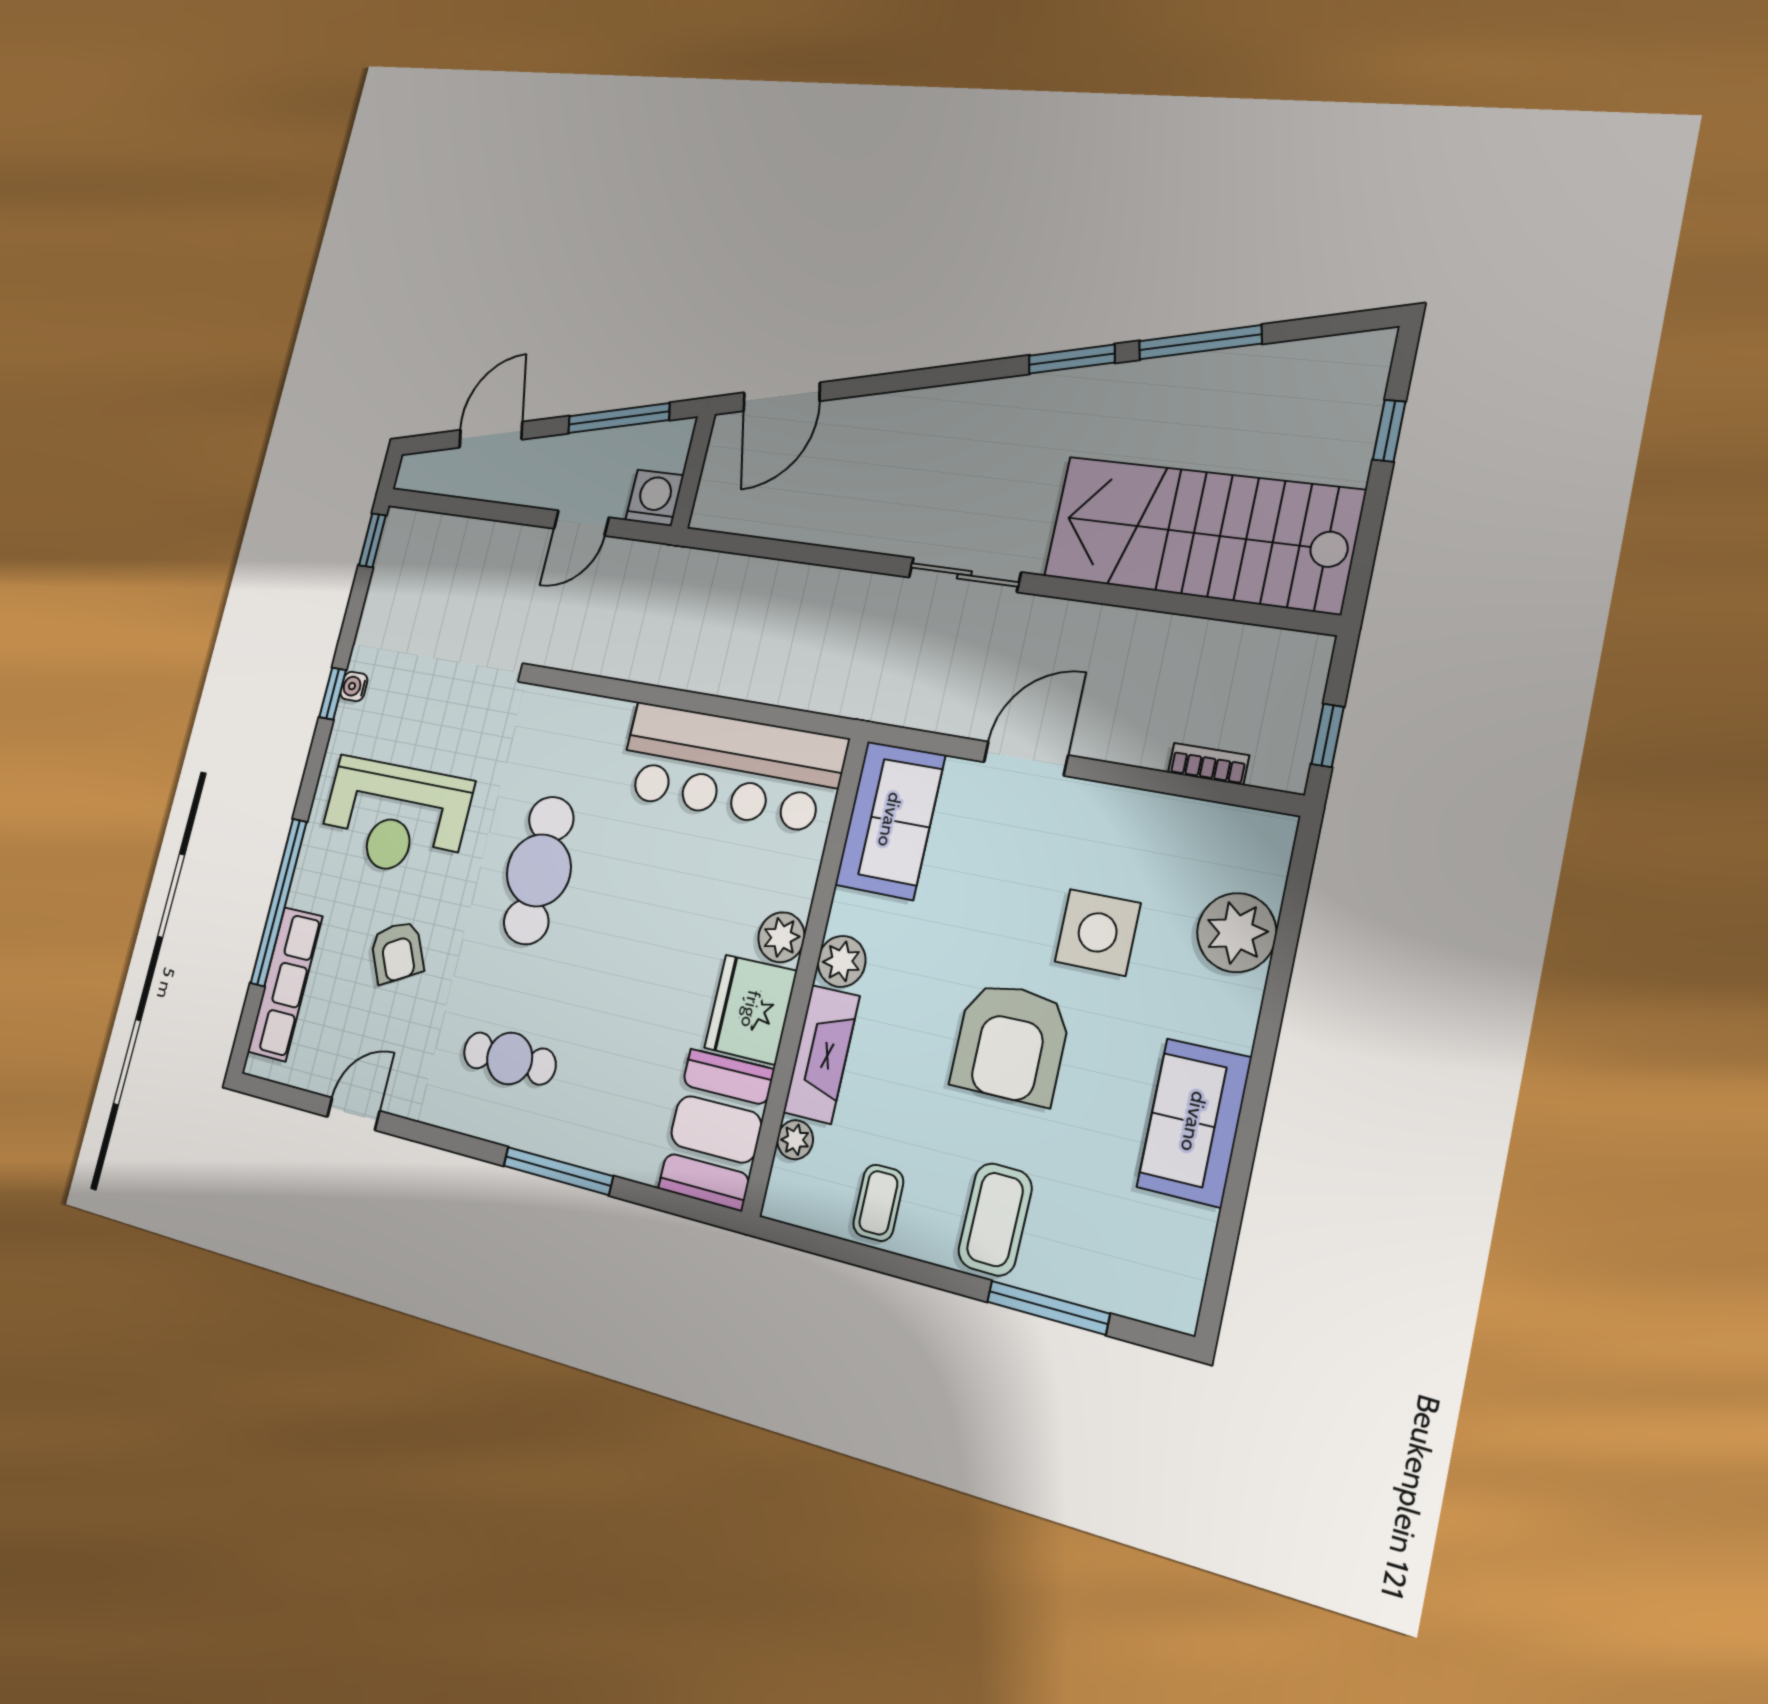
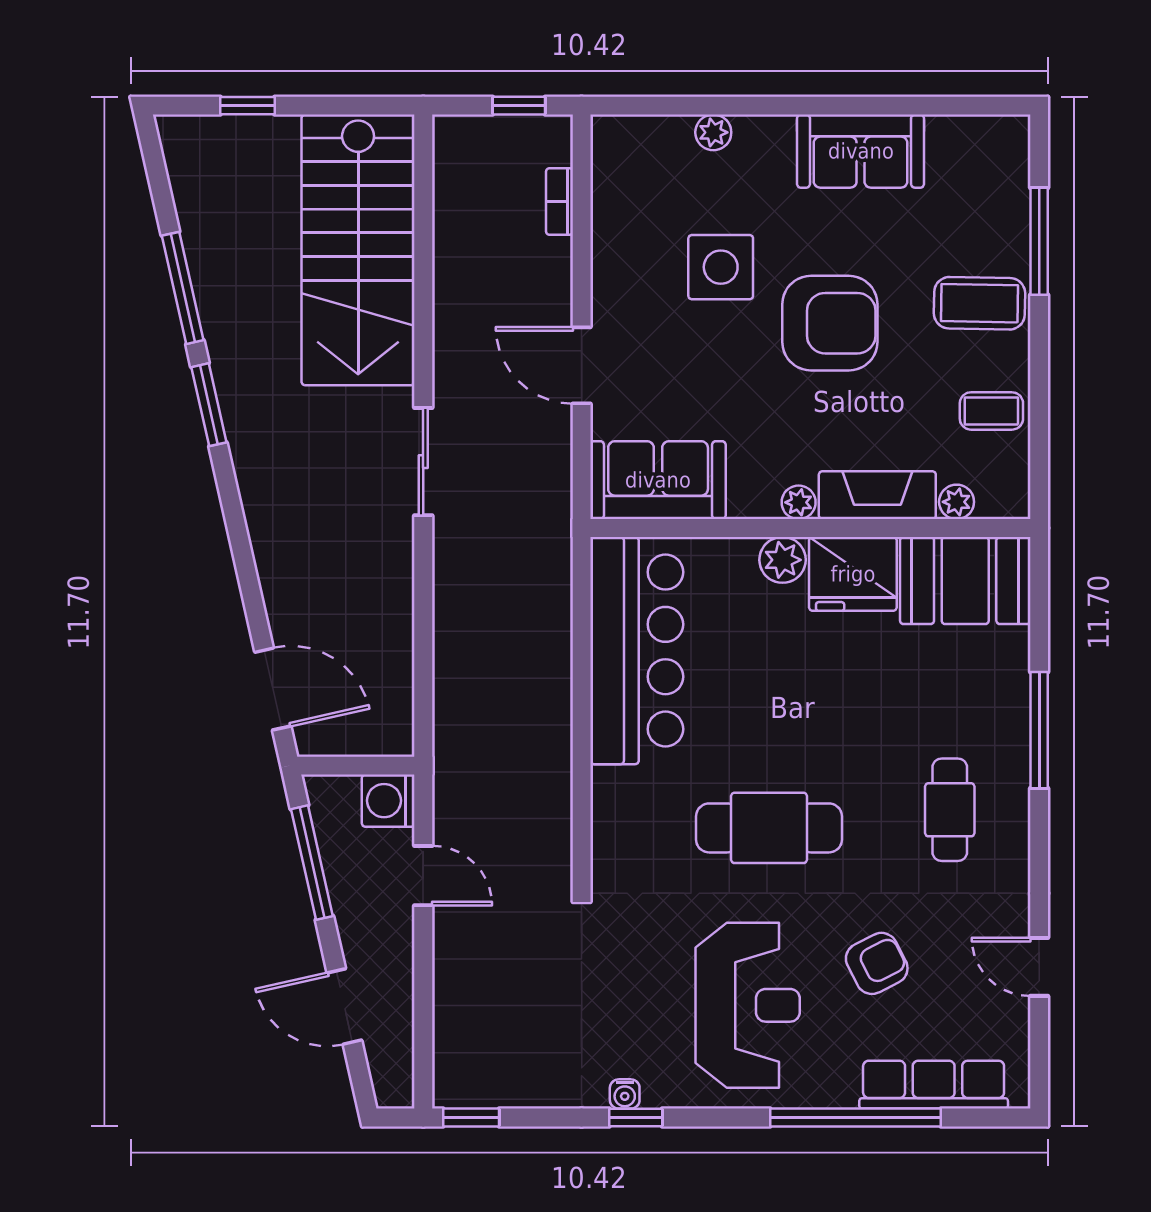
plant: (1237, 933) -> (713, 132), width x0.53, depth x0.53
plant: (842, 961) -> (799, 502), width x0.73, depth x0.73

